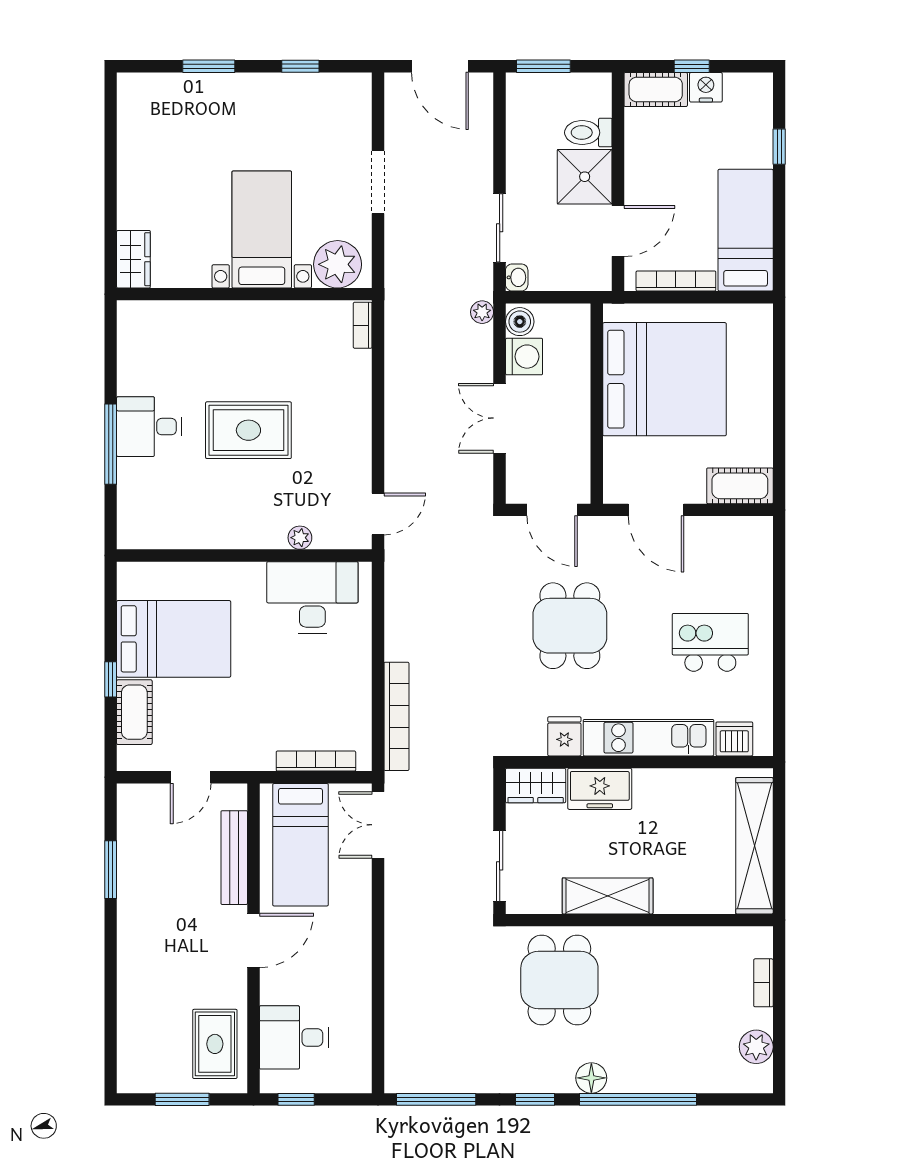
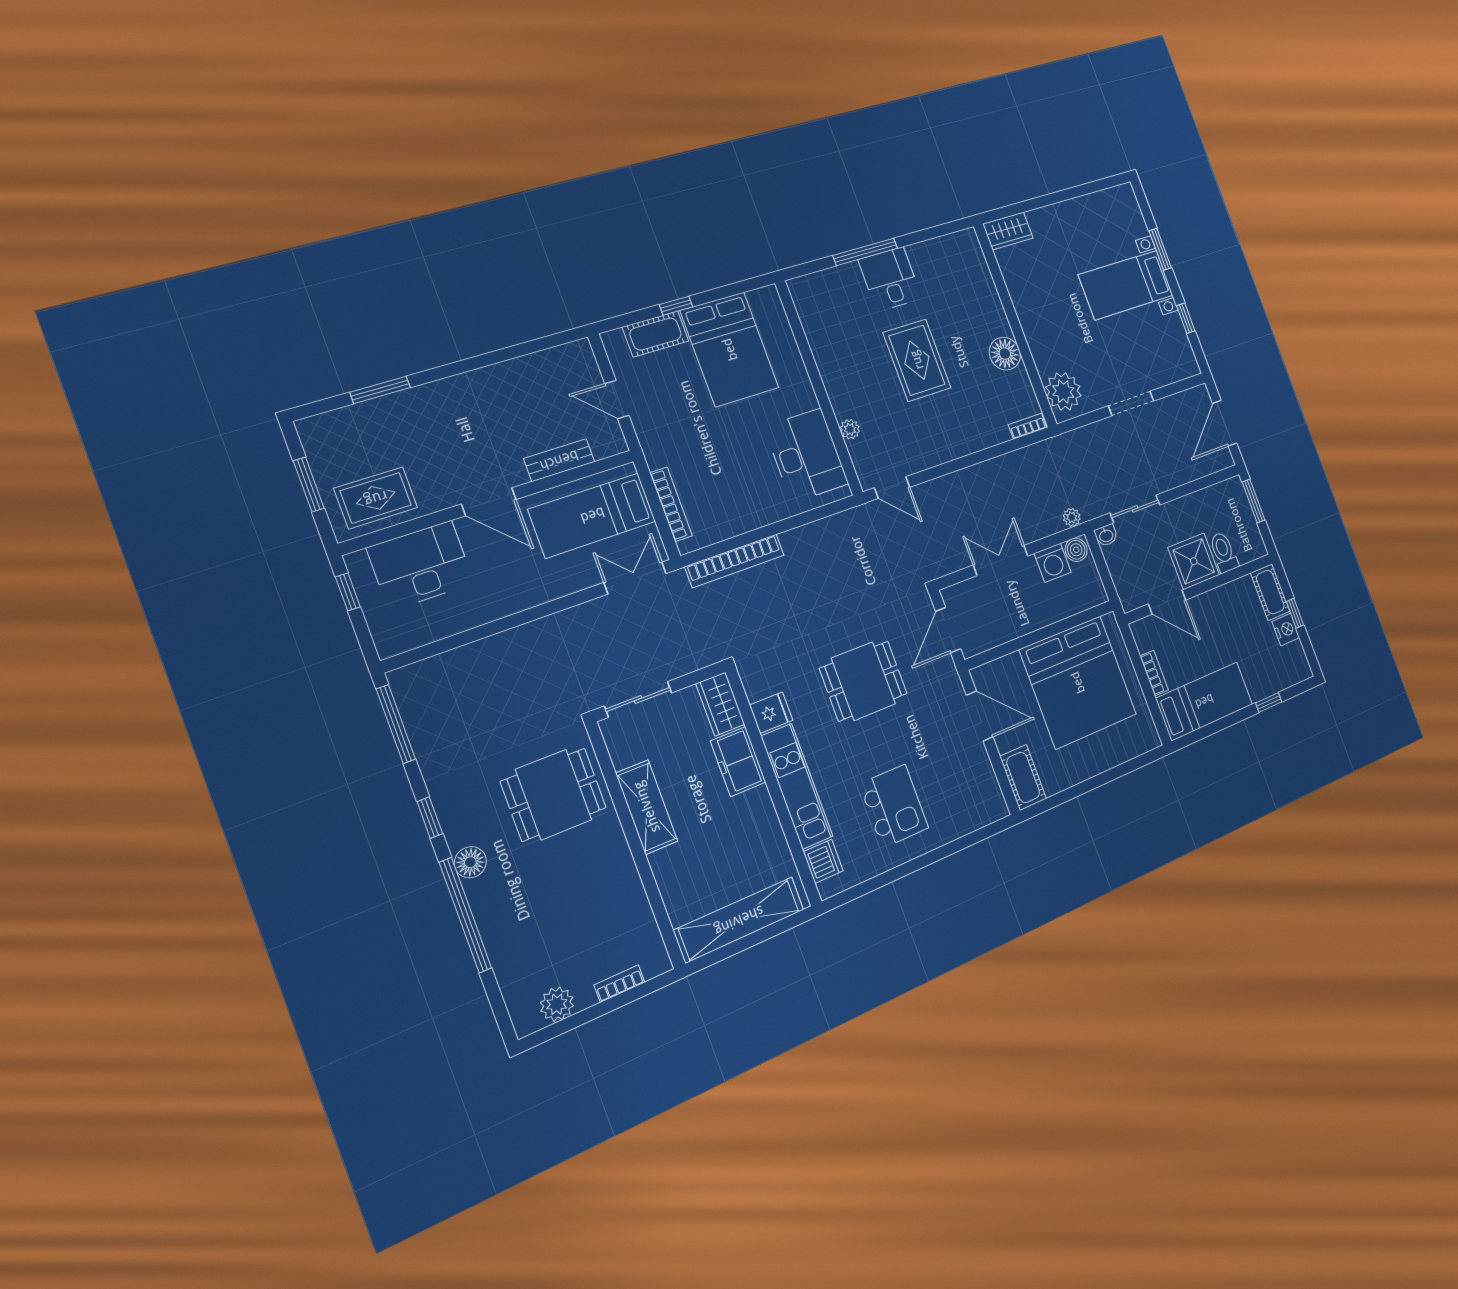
bed with nightstands: (262, 229) -> (1126, 285), moved, turned 180
bookcase: (676, 281) -> (1154, 673), width x0.64
floor lamp: (273, 320) -> (1005, 354), added
door: (656, 510) -> (980, 716), swing flipped
bench: (234, 858) -> (559, 460), width x0.73
window: (111, 870) -> (380, 390), moved
desk: (294, 1037) -> (420, 565), width x1.37

